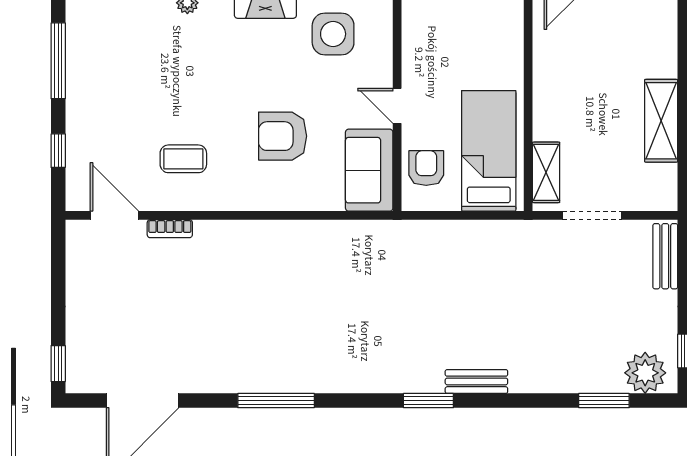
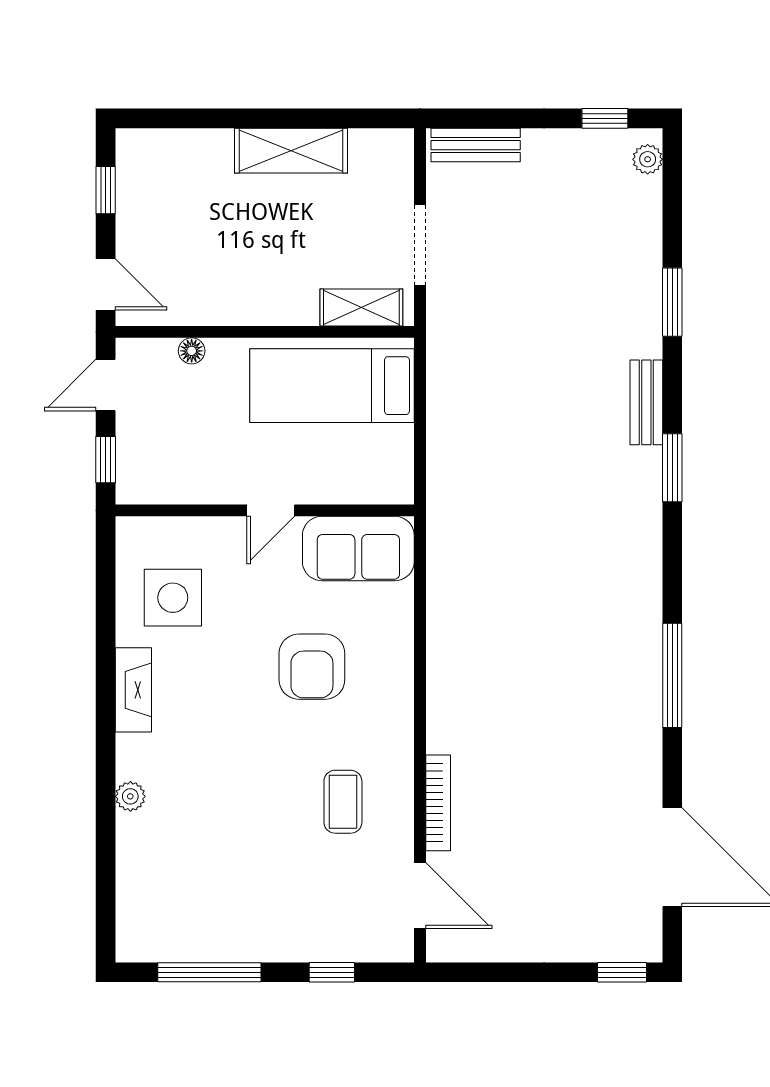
floor lamp: (514, 48) -> (192, 351), added
armchair: (426, 168) -> (356, 471), removed
door: (114, 215) -> (420, 896), swing flipped
bookcase: (170, 229) -> (438, 803), width x1.56
plant: (645, 373) -> (648, 159), width x0.53, depth x0.53
window: (604, 401) -> (672, 302), moved

